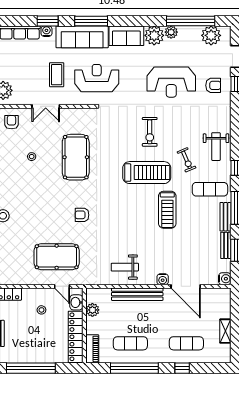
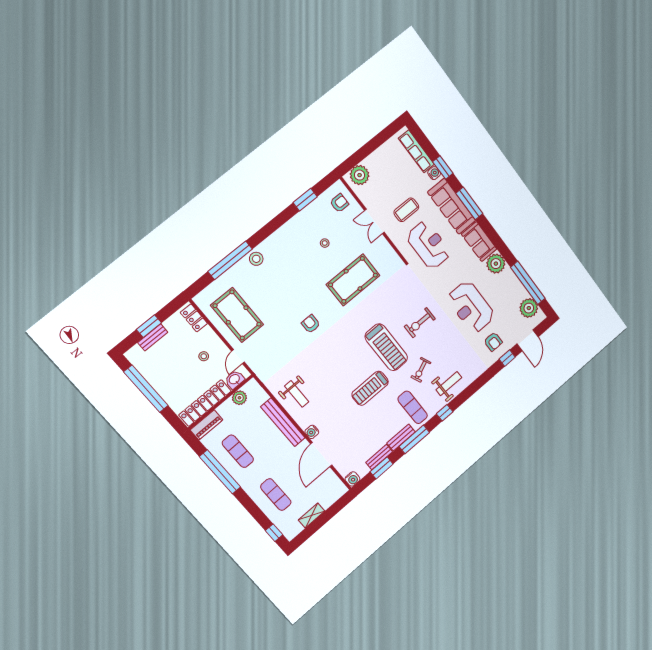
plant: (171, 32) -> (508, 275), removed
weight bench: (216, 147) -> (449, 384), turned 180
pool table: (57, 257) -> (237, 315), moved
weight bench: (125, 267) -> (297, 394), turned 180
window: (182, 368) -> (274, 533), moved

